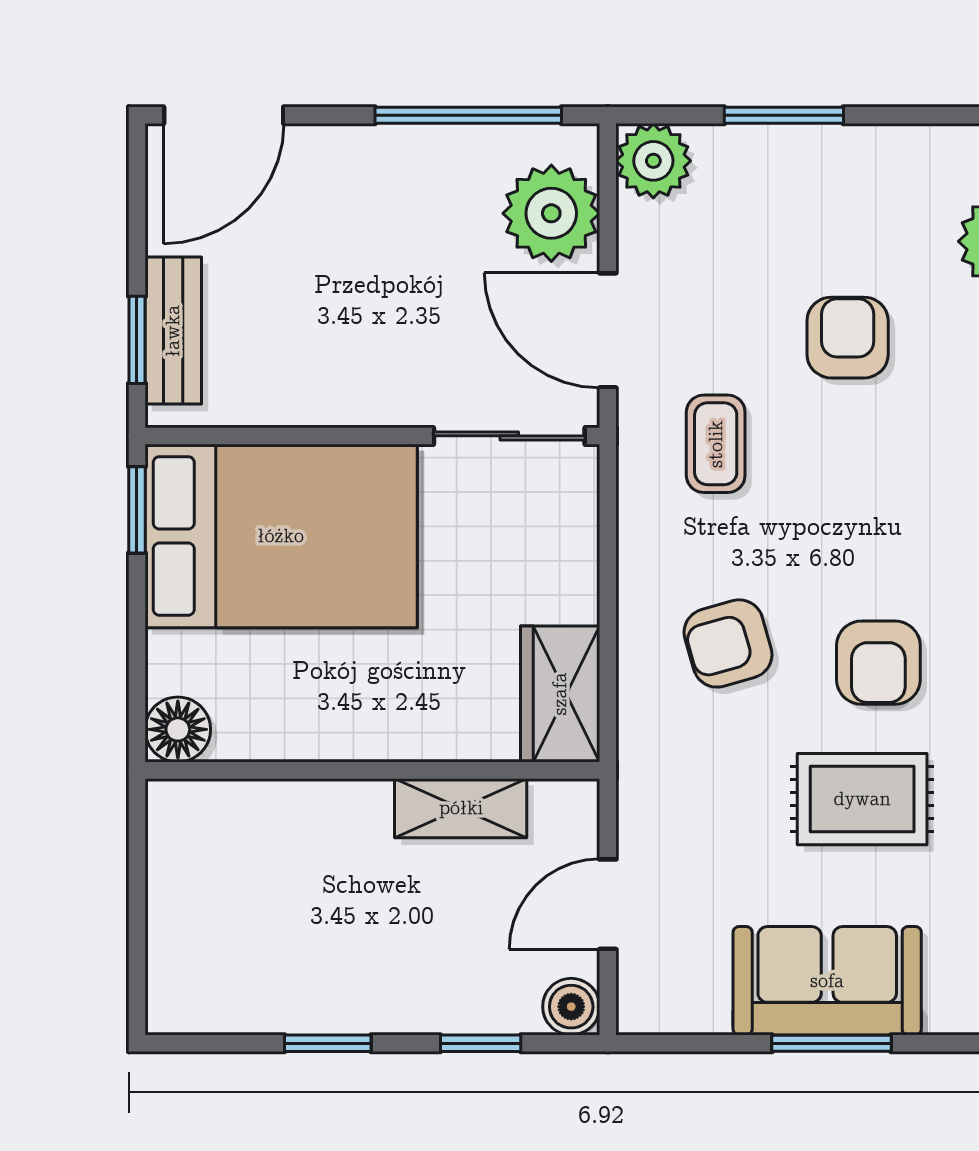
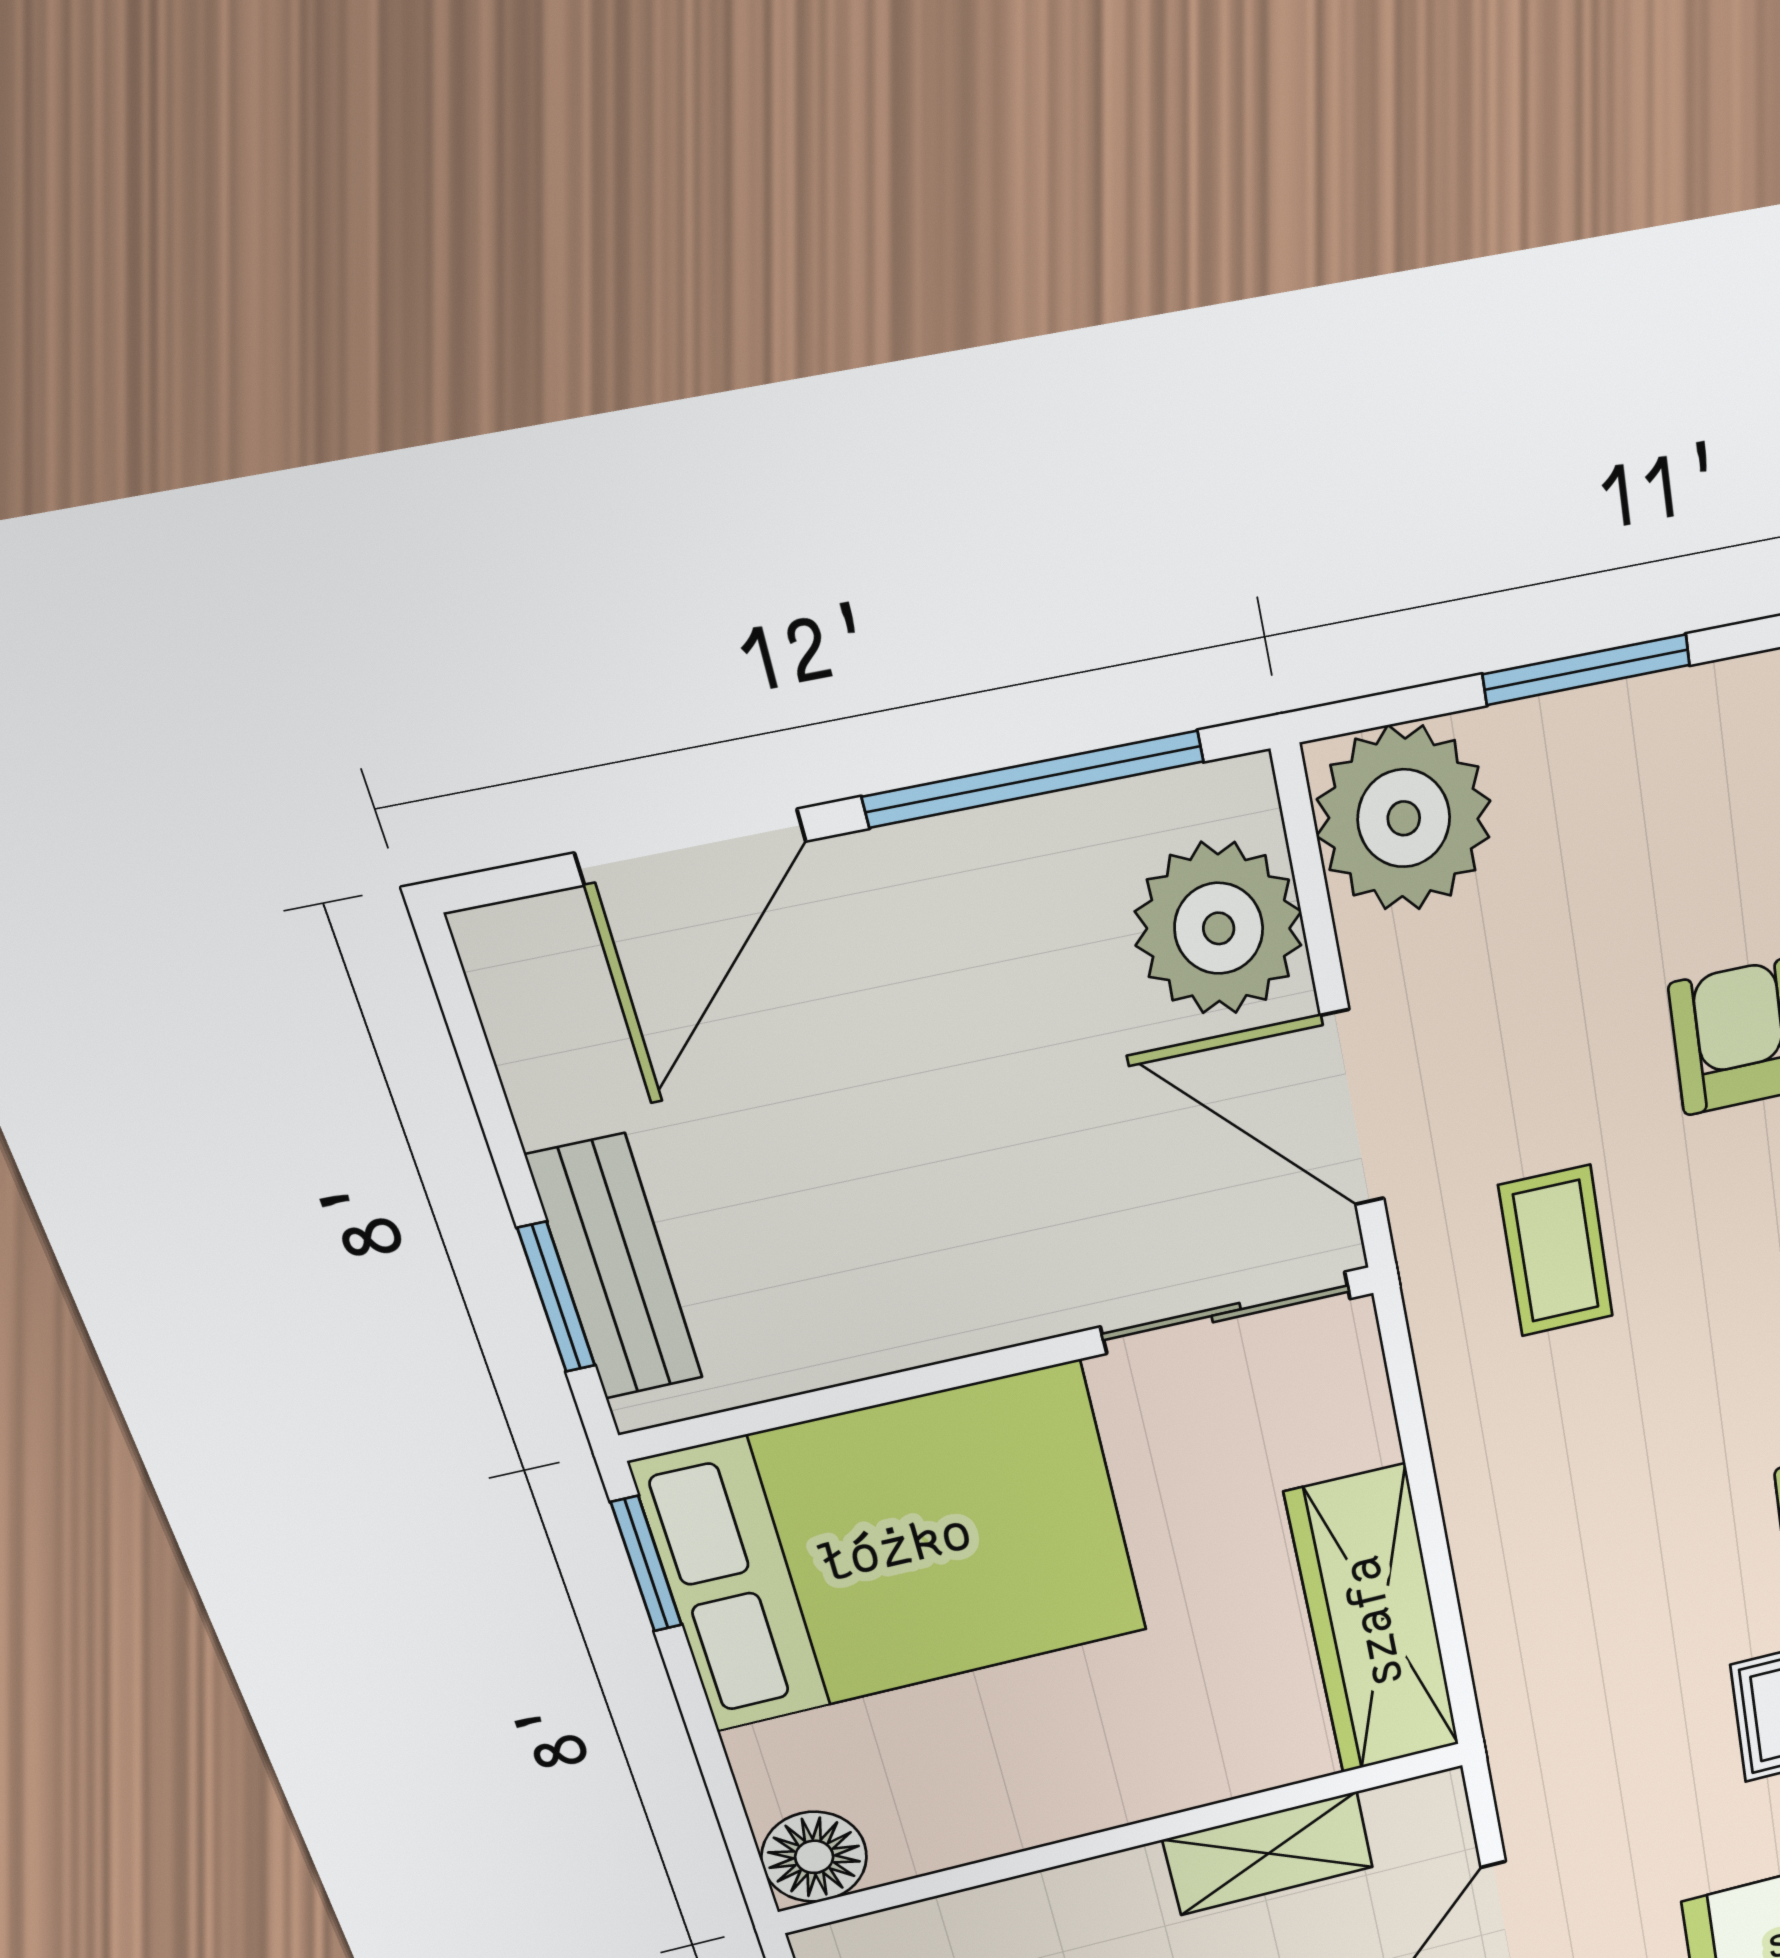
door: (224, 115) -> (691, 847), moved
plant: (653, 161) -> (1404, 818), width x1.36, depth x1.36
armchair: (728, 643) -> (1619, 1539), removed
wardrobe: (560, 694) -> (1373, 1621), width x1.50

